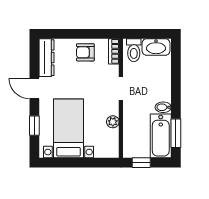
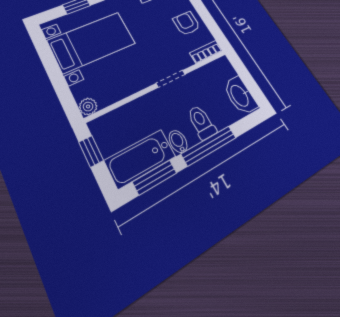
toilet: (134, 50) -> (202, 122), moved, turned 90
window: (176, 89) -> (209, 146), added
plant: (113, 122) -> (88, 106), moved

